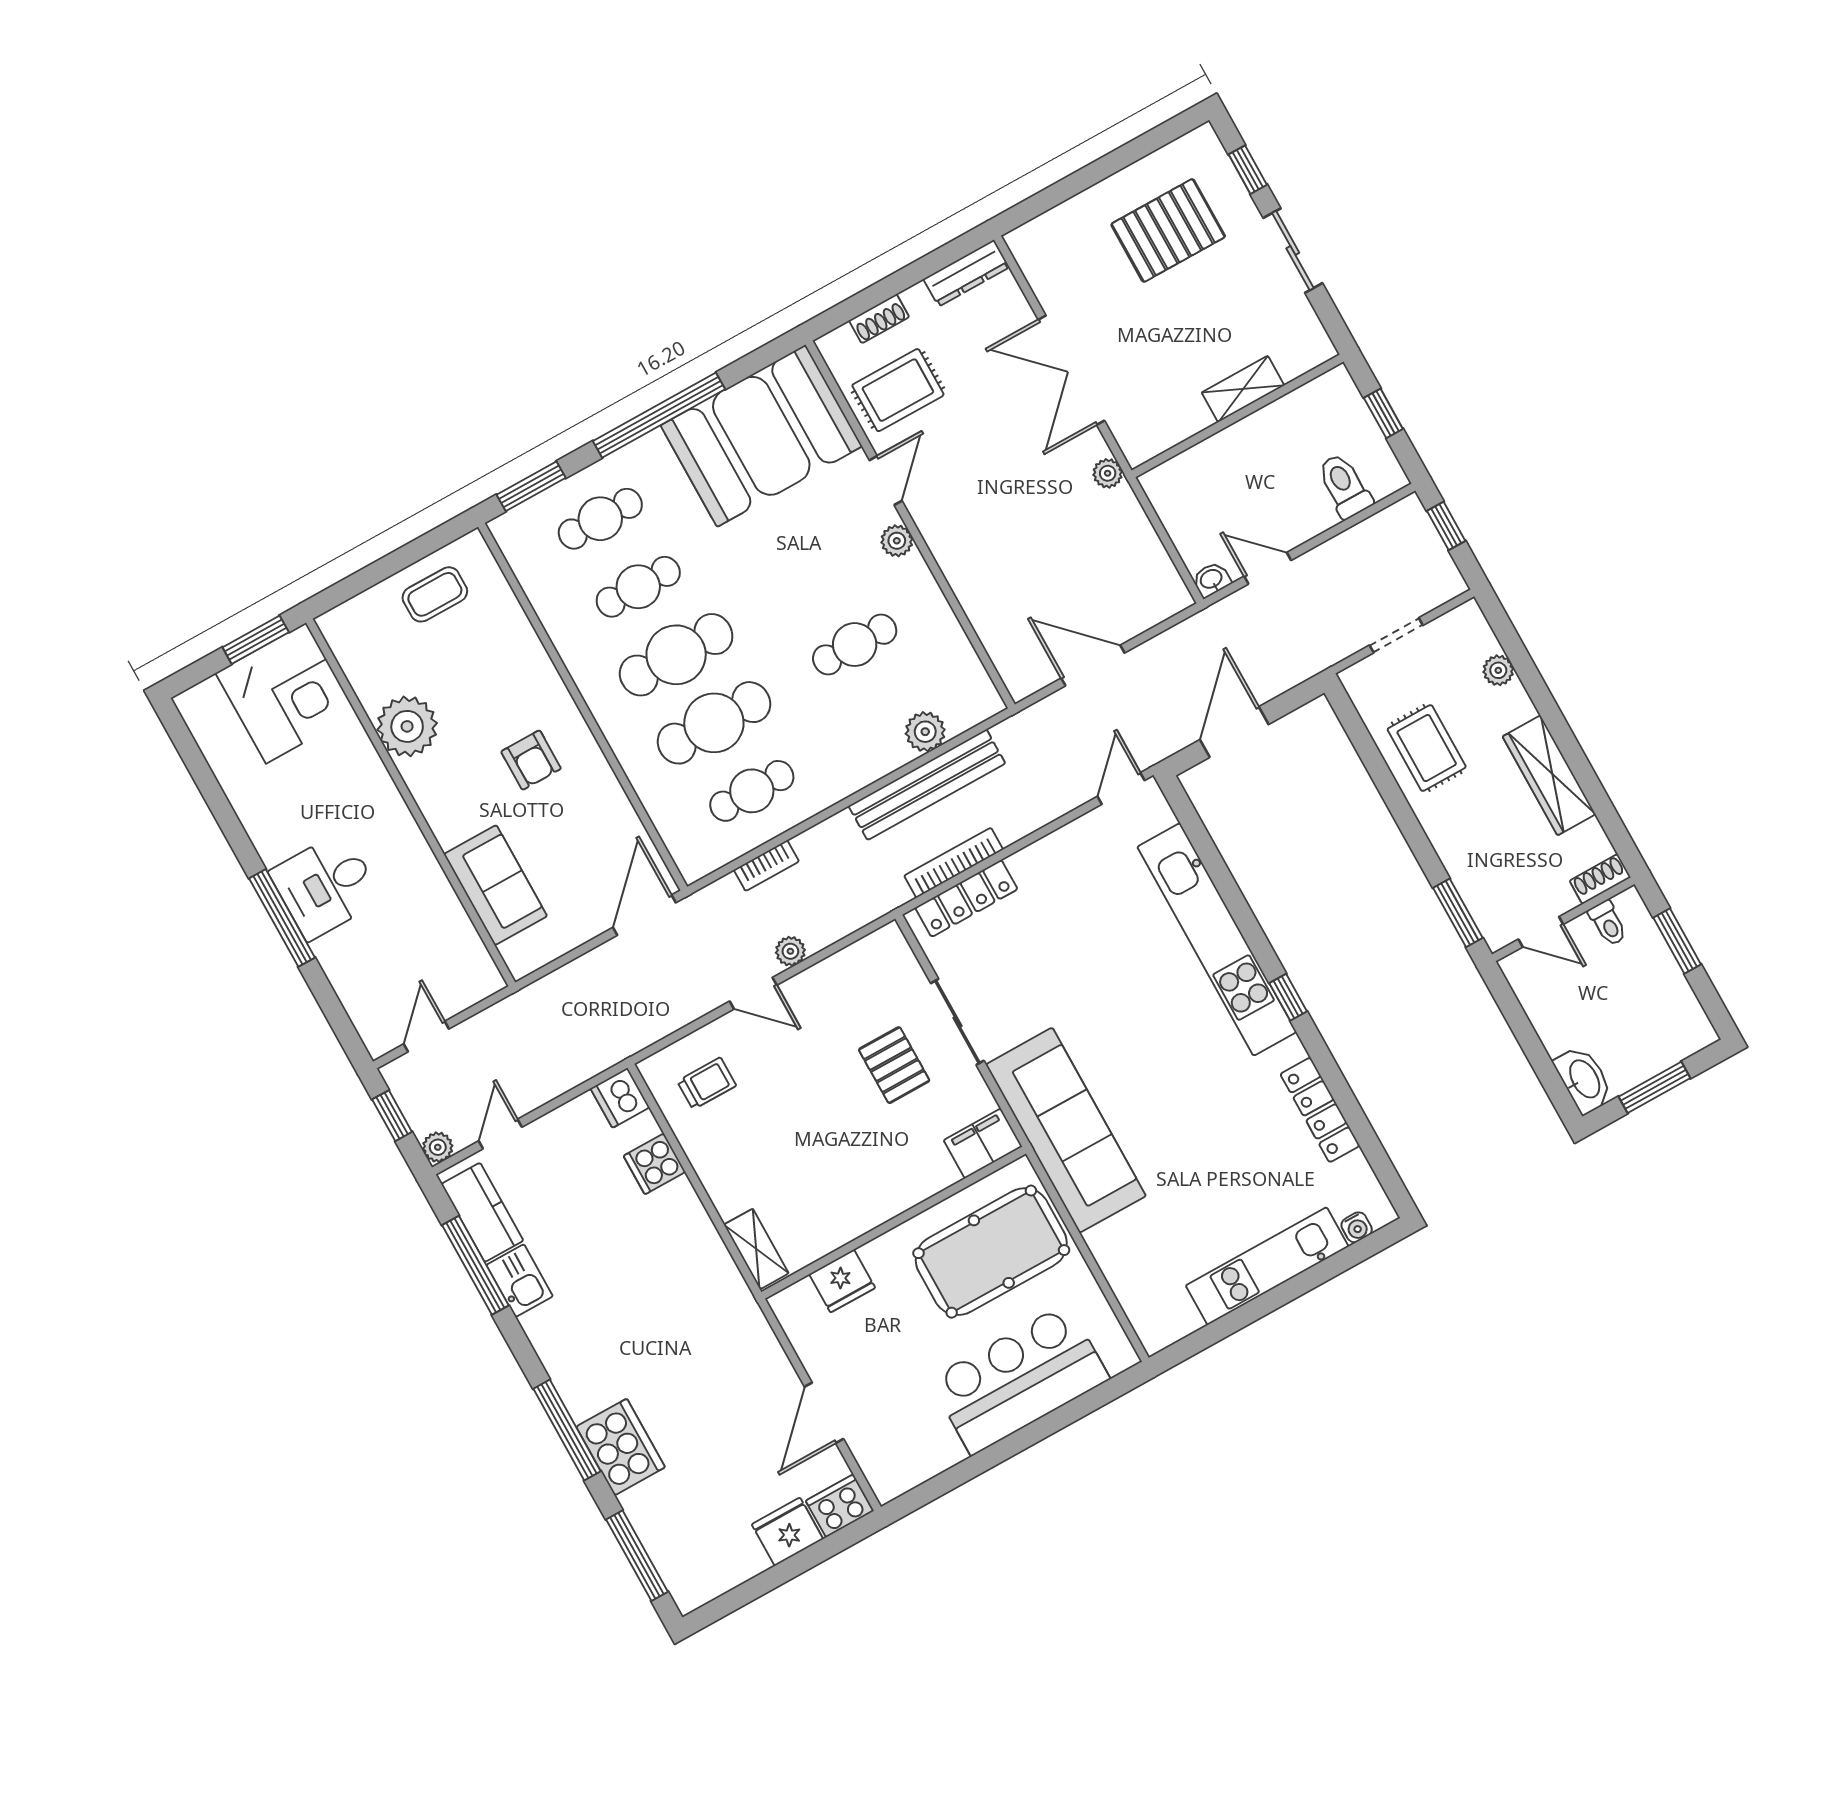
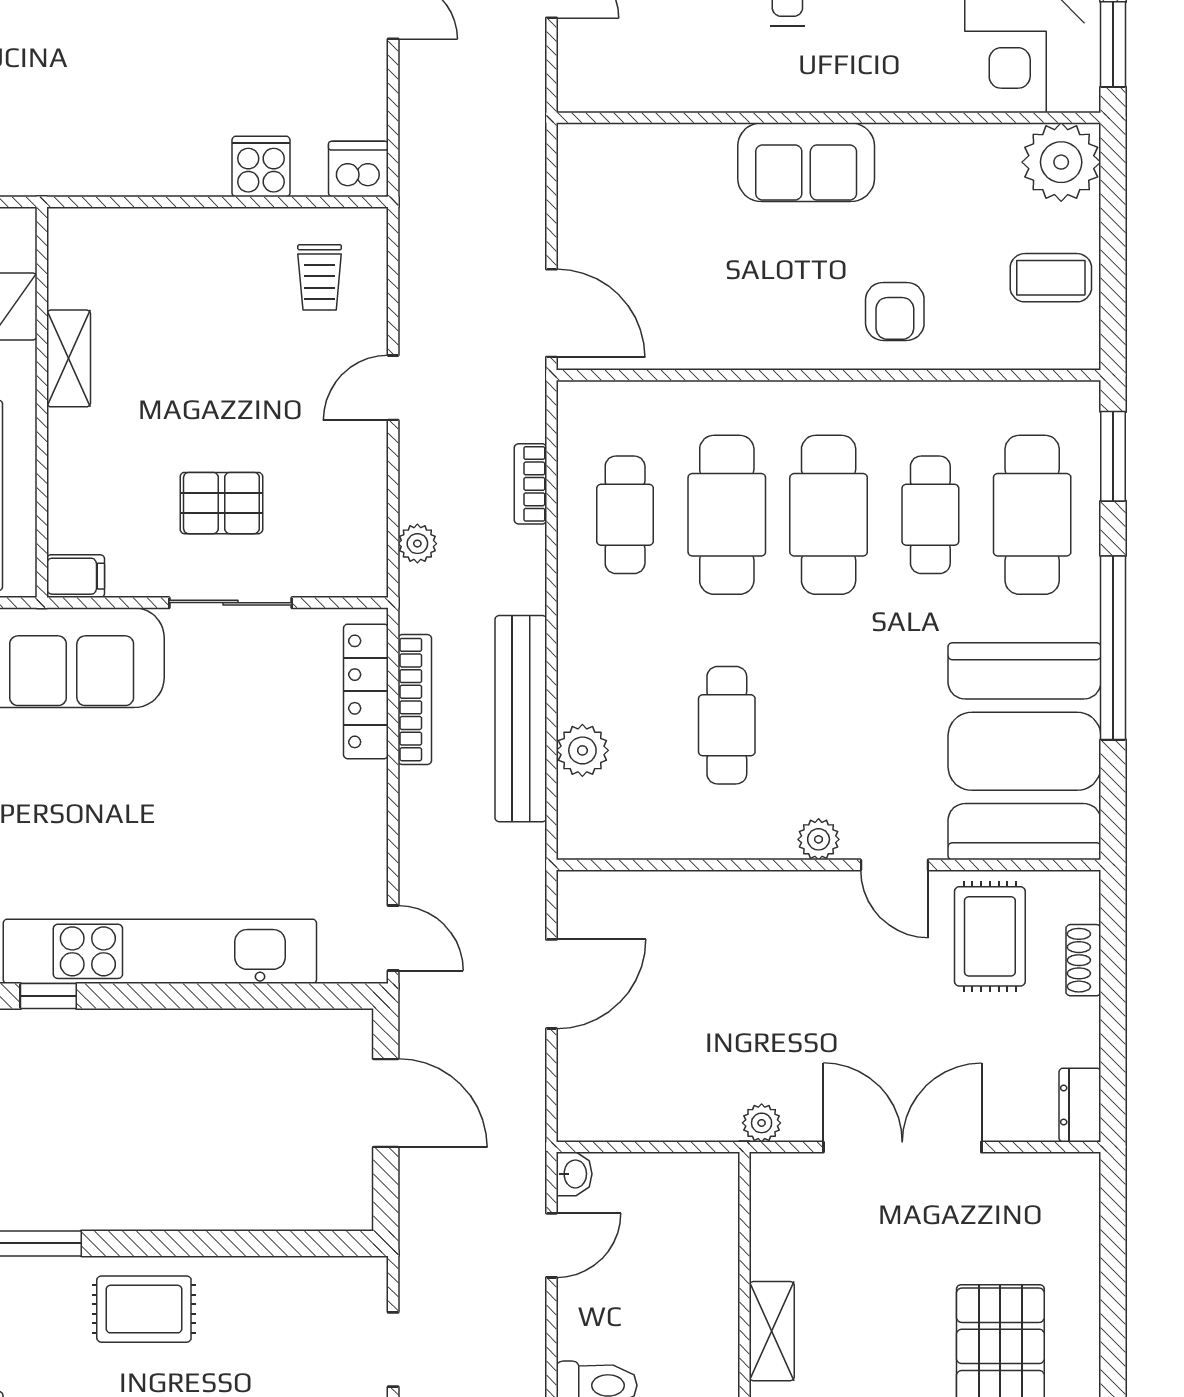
dresser: (966, 273) -> (1080, 1105), width x0.70
cafe table: (600, 519) -> (1032, 515), width x1.37, depth x1.35
coffee table: (435, 594) -> (1051, 278), turned 90
plant: (407, 726) -> (1061, 162), moved
rug: (1427, 748) -> (144, 1309), moved
armchair: (531, 760) -> (895, 311), moved, turned -90
sofa: (496, 885) -> (806, 162), moved
plant: (790, 951) -> (417, 544), moved
filing cabinet: (983, 1143) -> (76, 576), width x0.50
shelving: (756, 1249) -> (69, 358), moved, turned 90

